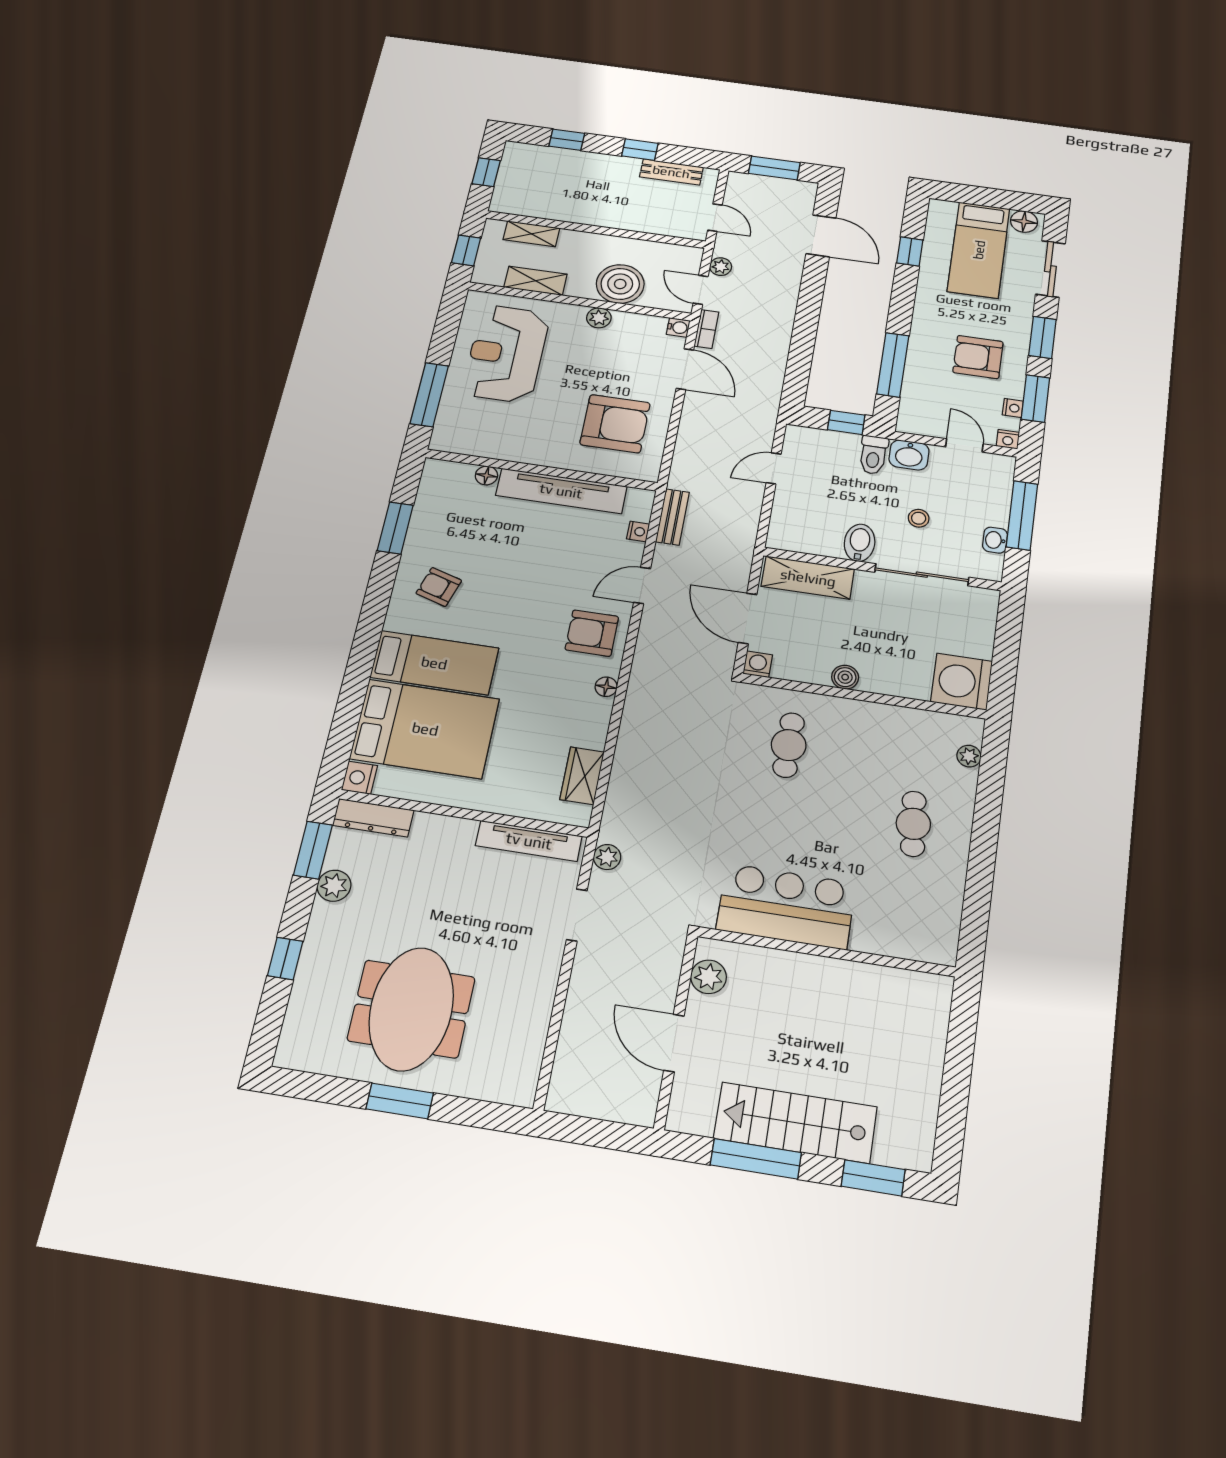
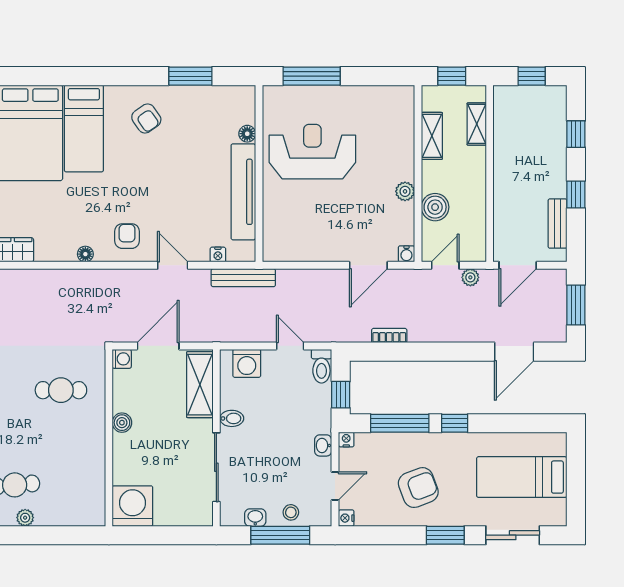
door: (715, 218) -> (518, 265), width x1.38
floor lamp: (1024, 222) -> (556, 510), removed
window: (910, 251) -> (455, 423), moved
boiler: (620, 284) -> (435, 207), width x0.73, depth x0.73
bookcase: (706, 329) -> (389, 336), moved, turned 180
reception desk: (506, 354) -> (312, 152), moved
armchair: (978, 357) -> (418, 488), turned 69
window: (1035, 399) -> (387, 535), removed
nightstand: (1013, 408) -> (346, 440), moved, turned 180
armchair: (615, 424) -> (310, 221), removed
toilet: (873, 455) -> (321, 366), moved, turned -90
washbasin: (909, 455) -> (323, 445), width x0.72, depth x0.69
bench: (672, 517) -> (243, 278), width x1.36
stool: (919, 518) -> (291, 512), moved
washing machine: (788, 520) -> (247, 363), added
bidet: (860, 543) -> (232, 418), width x0.72, depth x0.74
armchair: (439, 587) -> (146, 118), turned 128
armchair: (592, 633) -> (127, 236), width x0.72, depth x0.72
plant: (969, 756) -> (25, 518), moved

